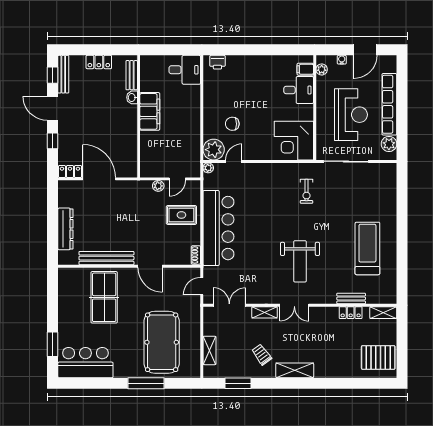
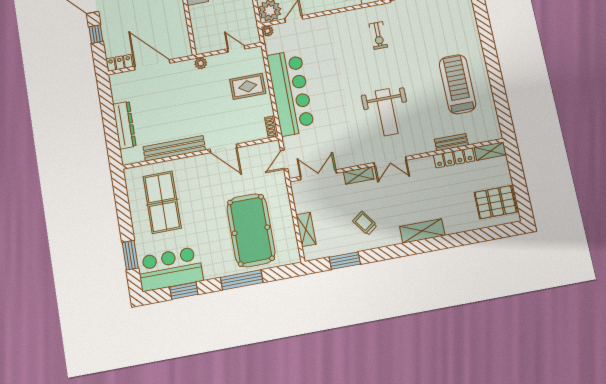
door: (177, 179) -> (236, 49), swing flipped
plant: (158, 186) -> (201, 63), moved
table tennis table: (104, 297) -> (162, 202), moved
locker: (351, 313) -> (454, 158), width x1.53
shelving: (295, 370) -> (422, 231), moved
window: (94, 383) -> (184, 291), added

